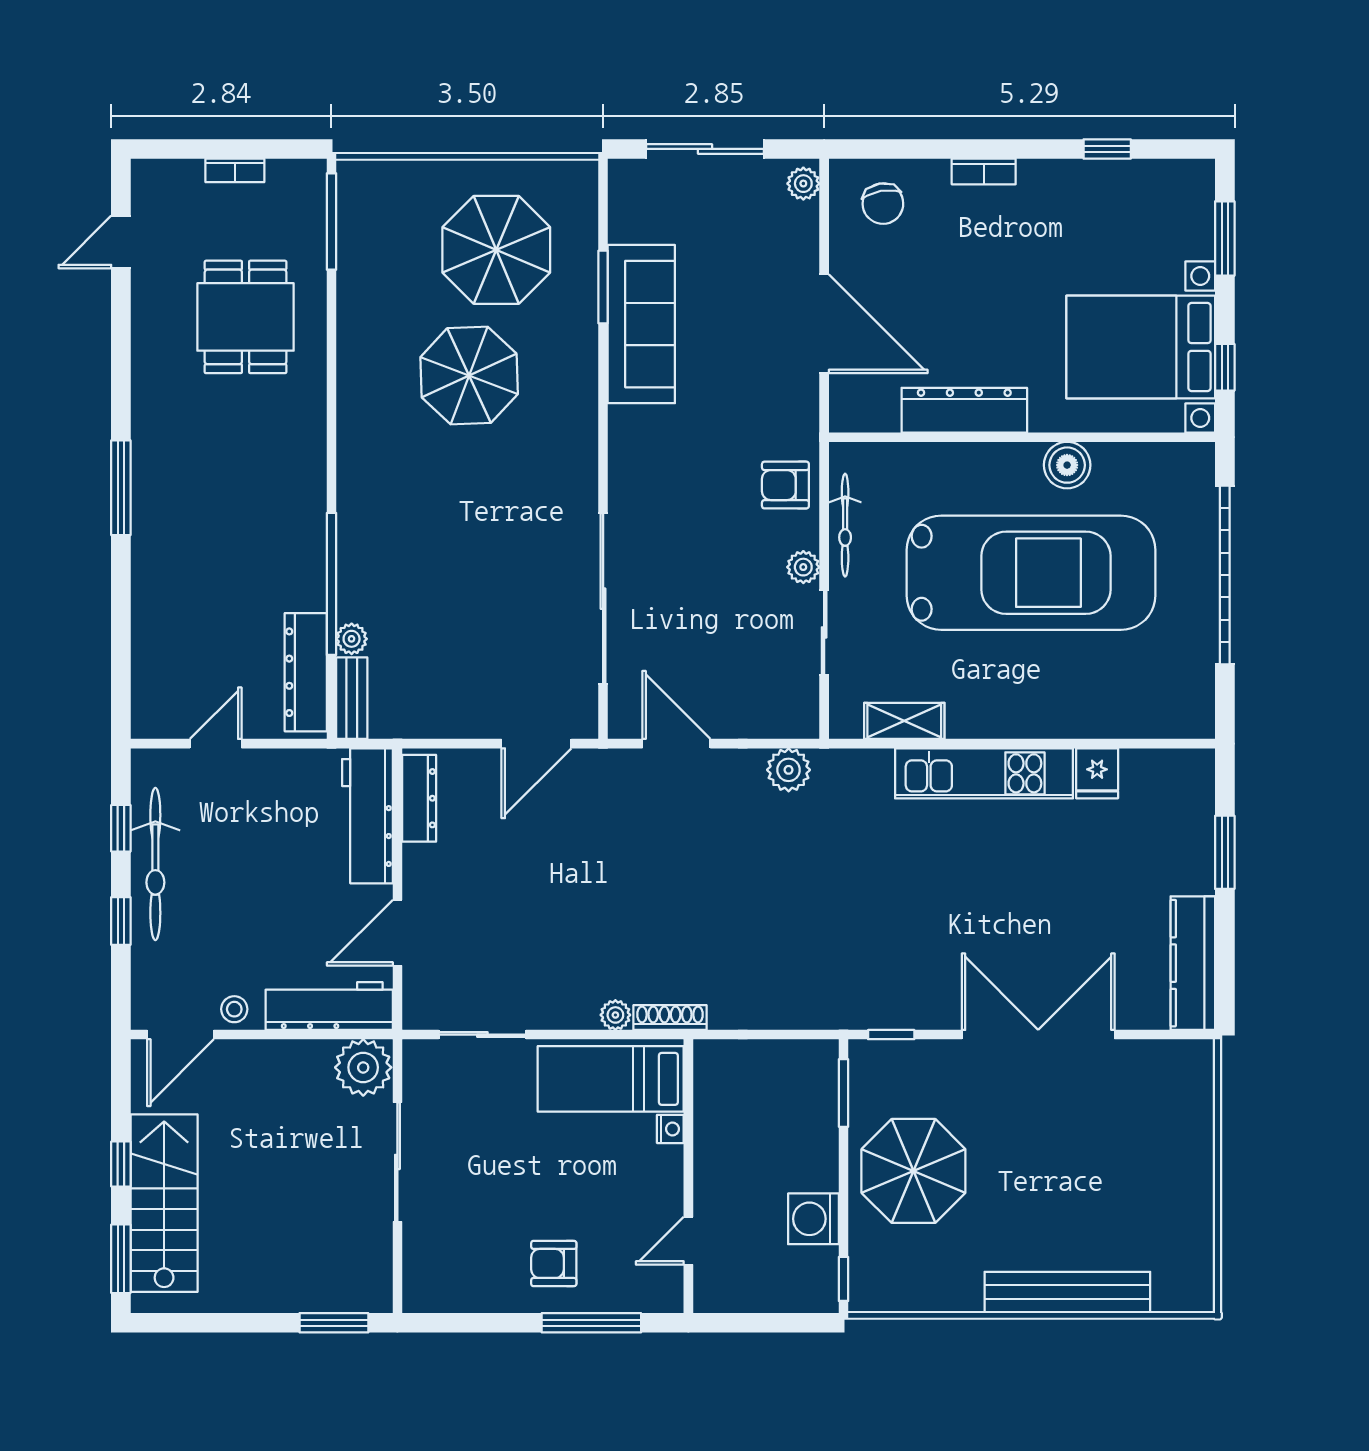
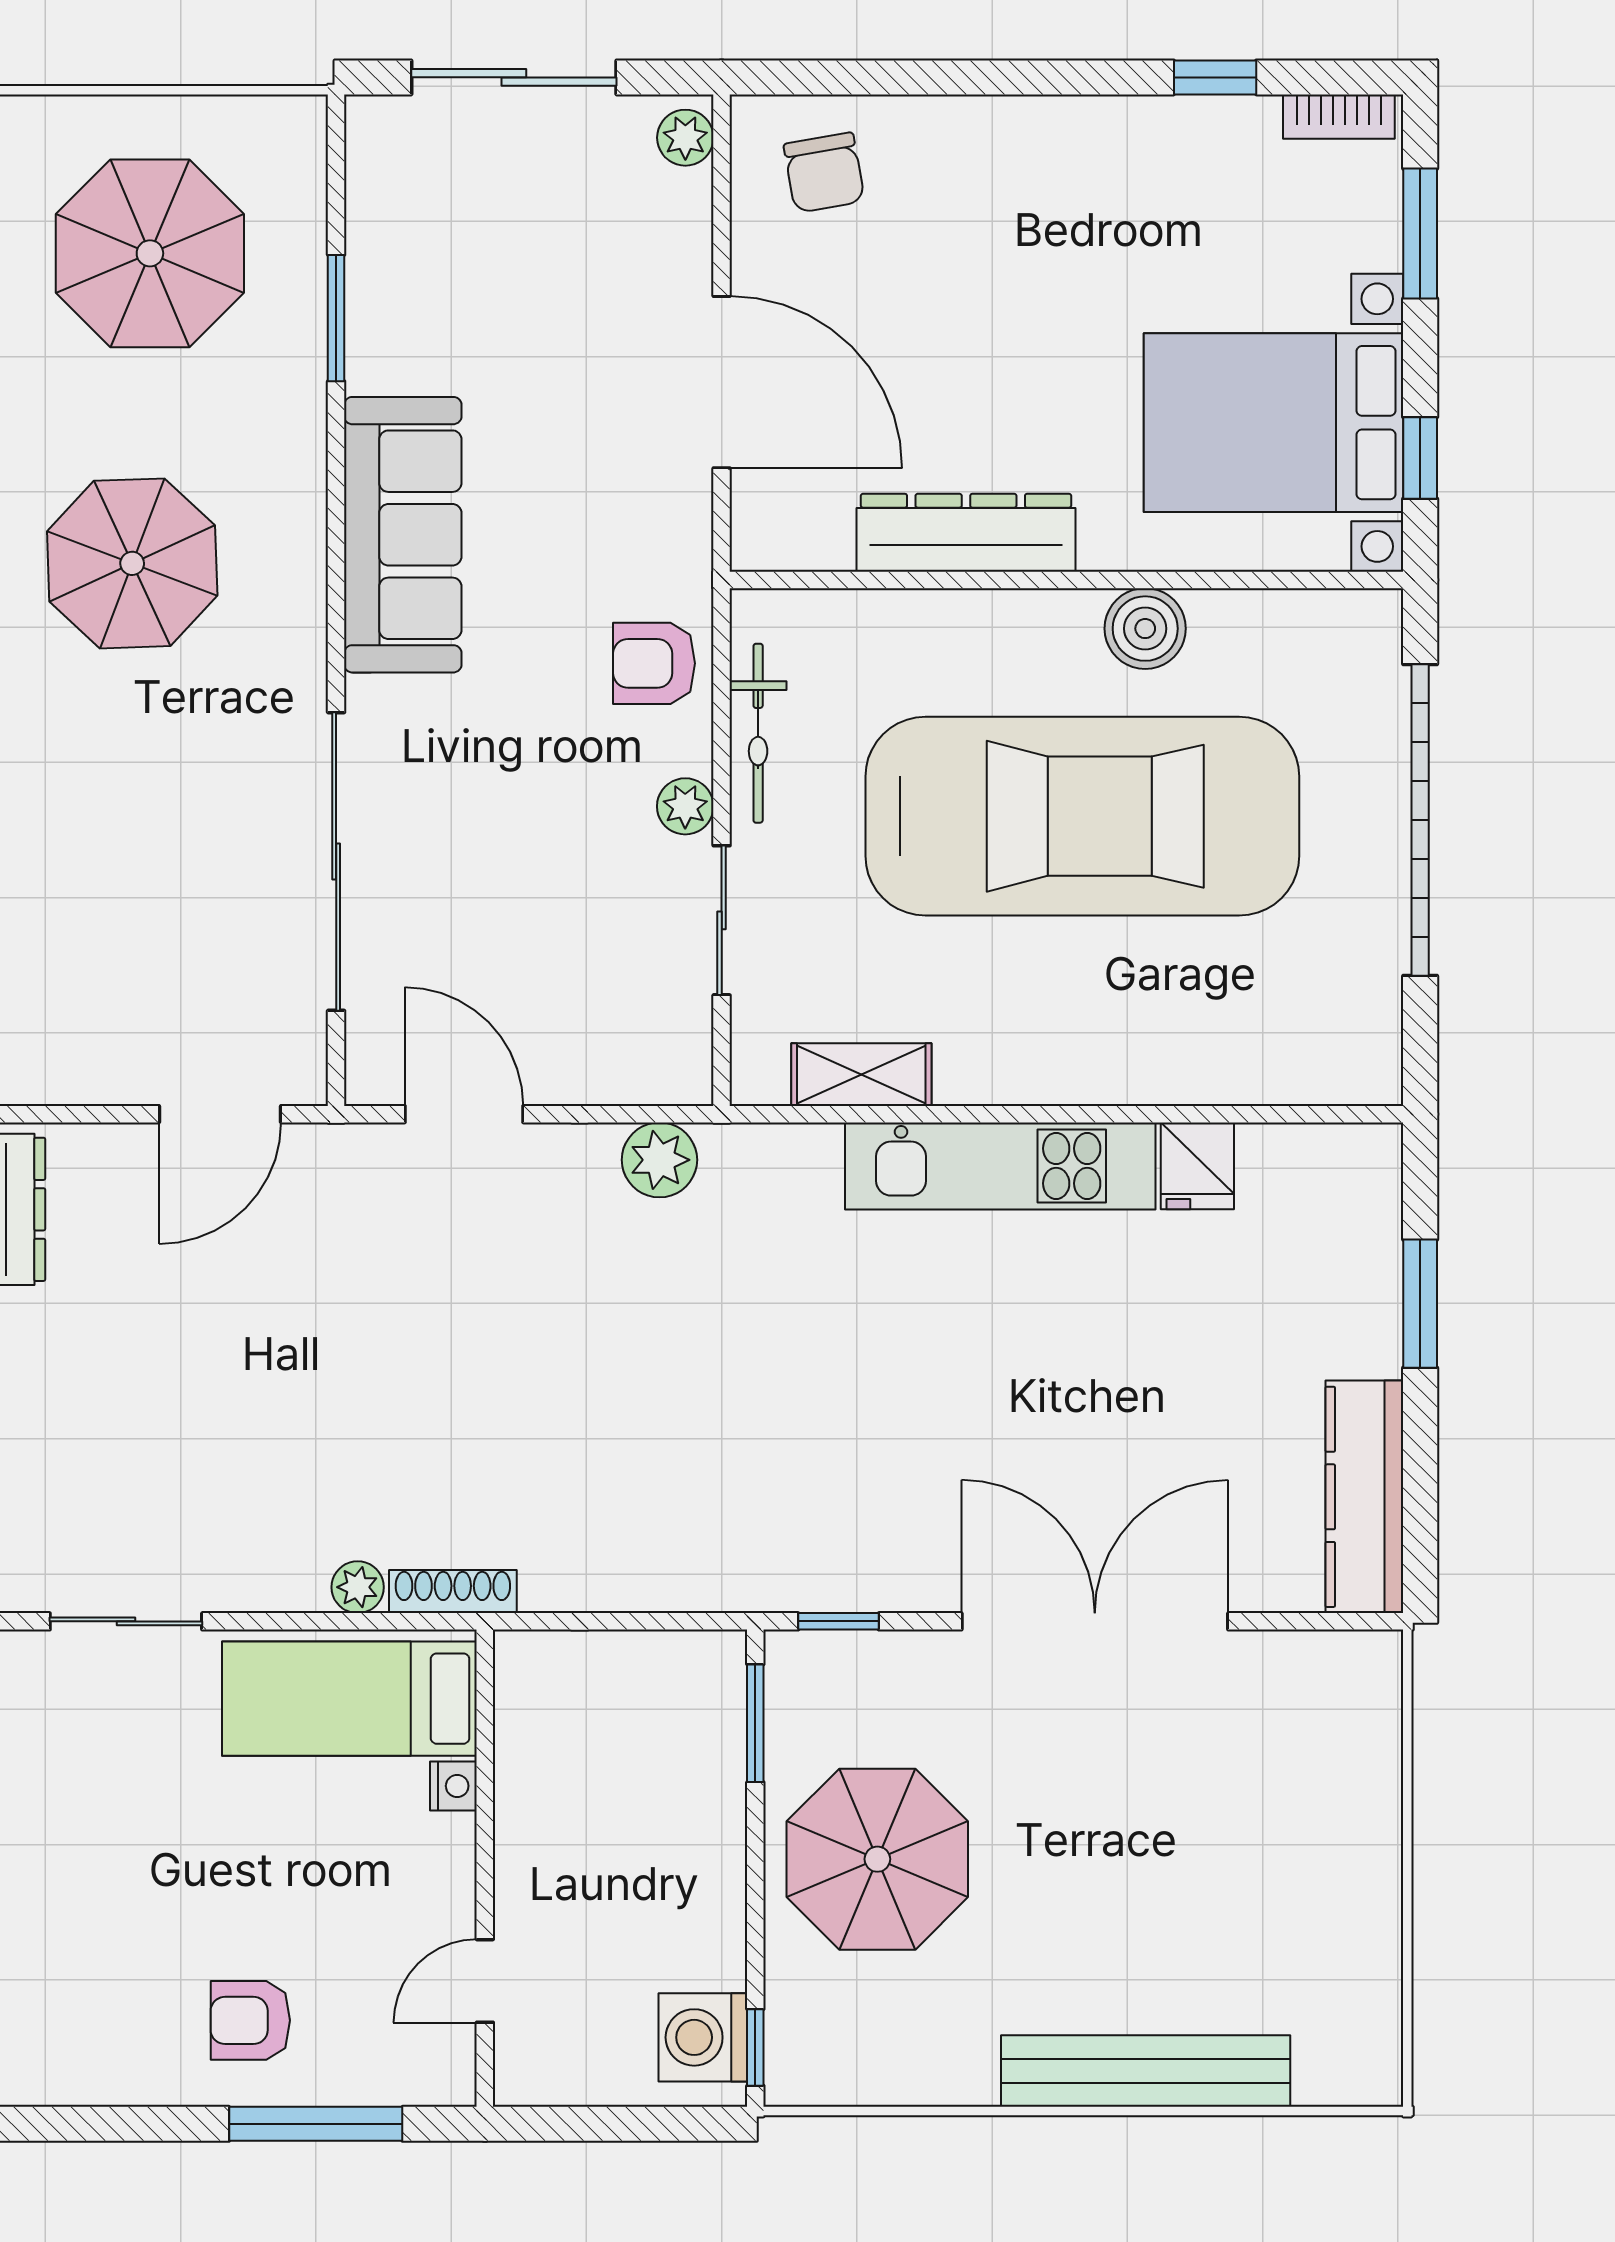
bookcase: (984, 171) -> (1339, 117), moved
sofa: (641, 324) -> (403, 535), moved
parasol: (469, 376) -> (132, 563), moved
washing machine: (813, 1219) -> (703, 2037), moved

